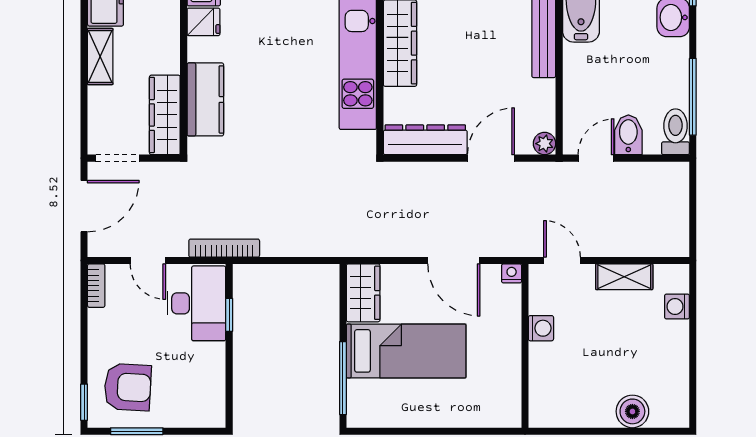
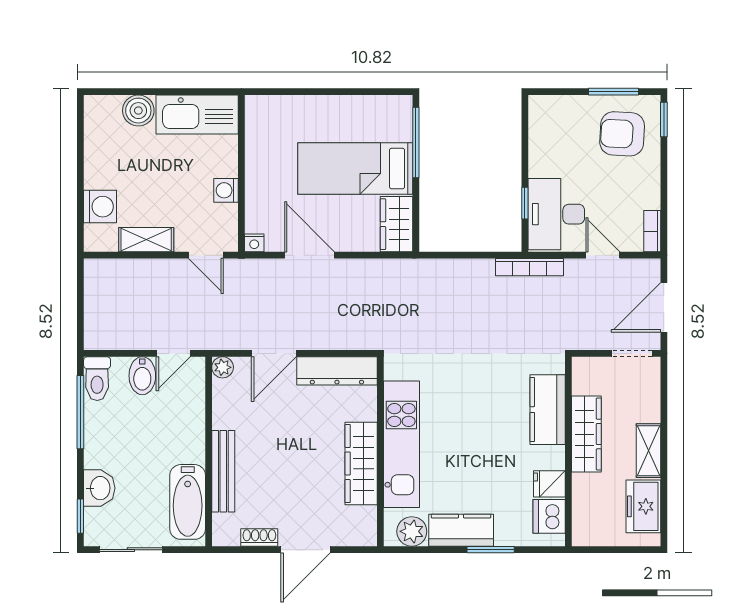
wardrobe: (165, 115) -> (586, 434), moved
washing machine: (677, 307) -> (100, 207), width x1.38, depth x1.38
kitchen sink: (571, 407) -> (197, 115), added

